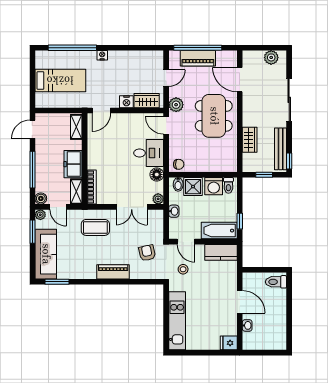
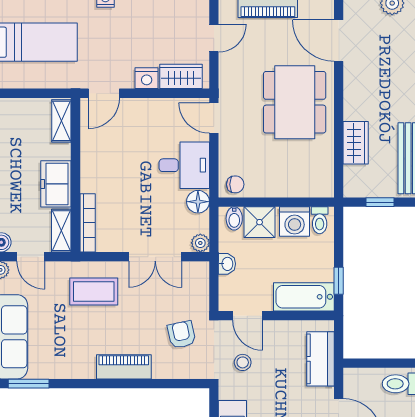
plant: (176, 105) -> (231, 83), removed
kitchen counter: (221, 252) -> (321, 359), moved, turned 90

